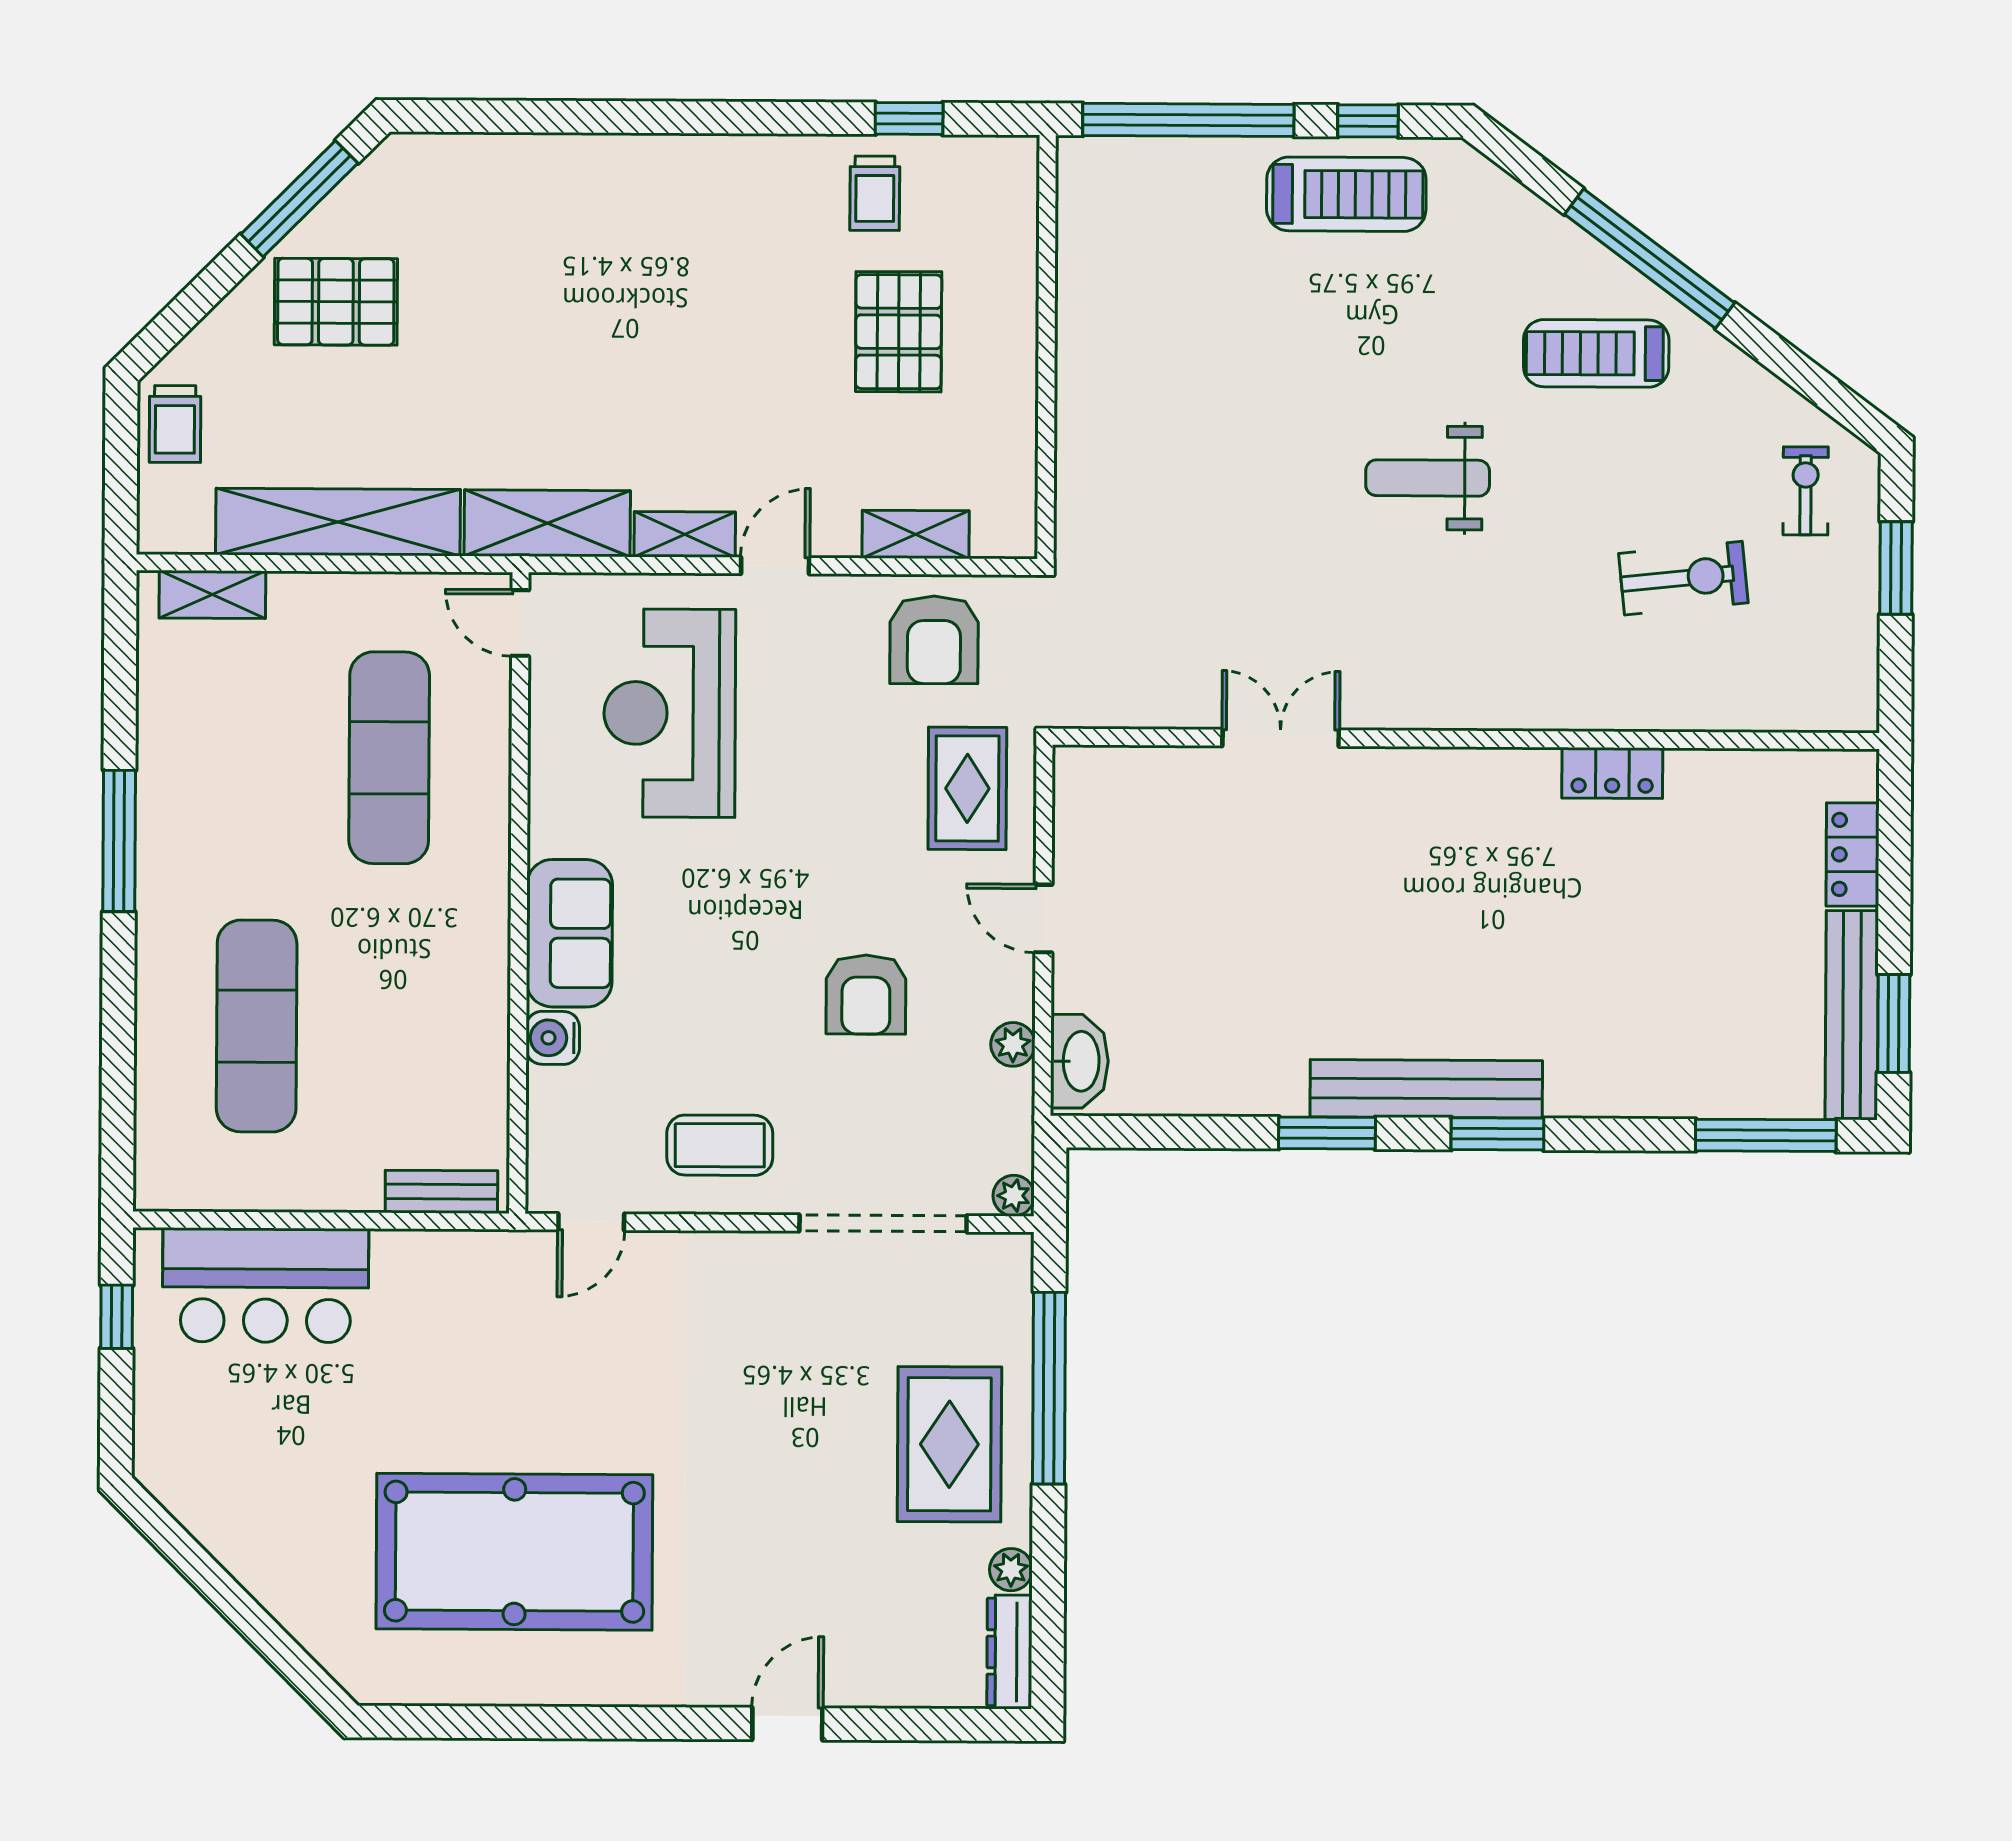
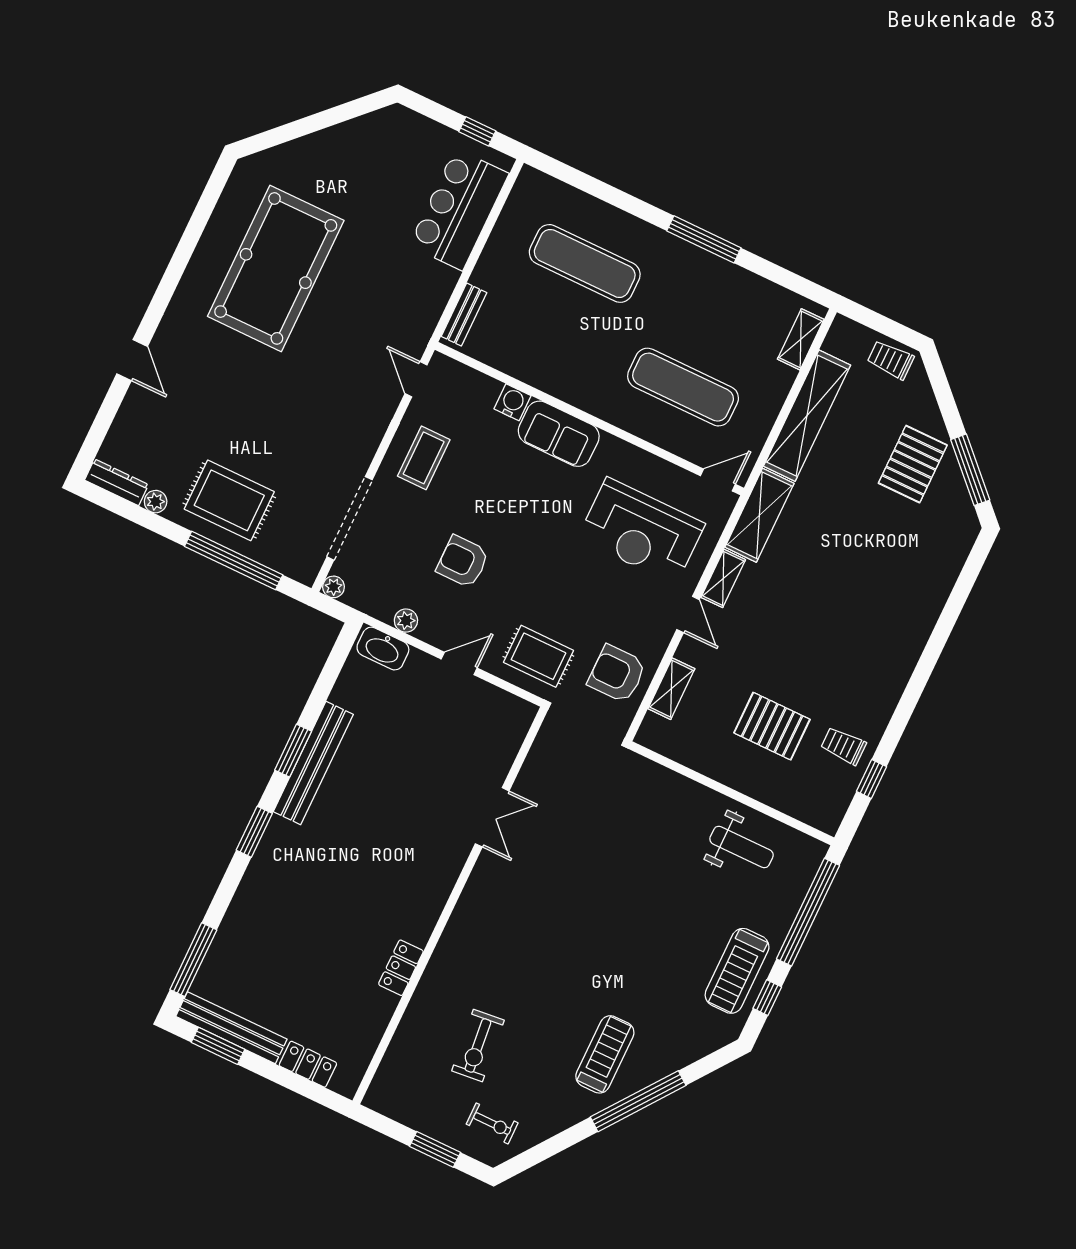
weight bench: (1428, 478) -> (742, 847), moved, turned 90
reception desk: (670, 713) -> (641, 531), turned 180
bench: (1426, 1089) -> (313, 763), moved

